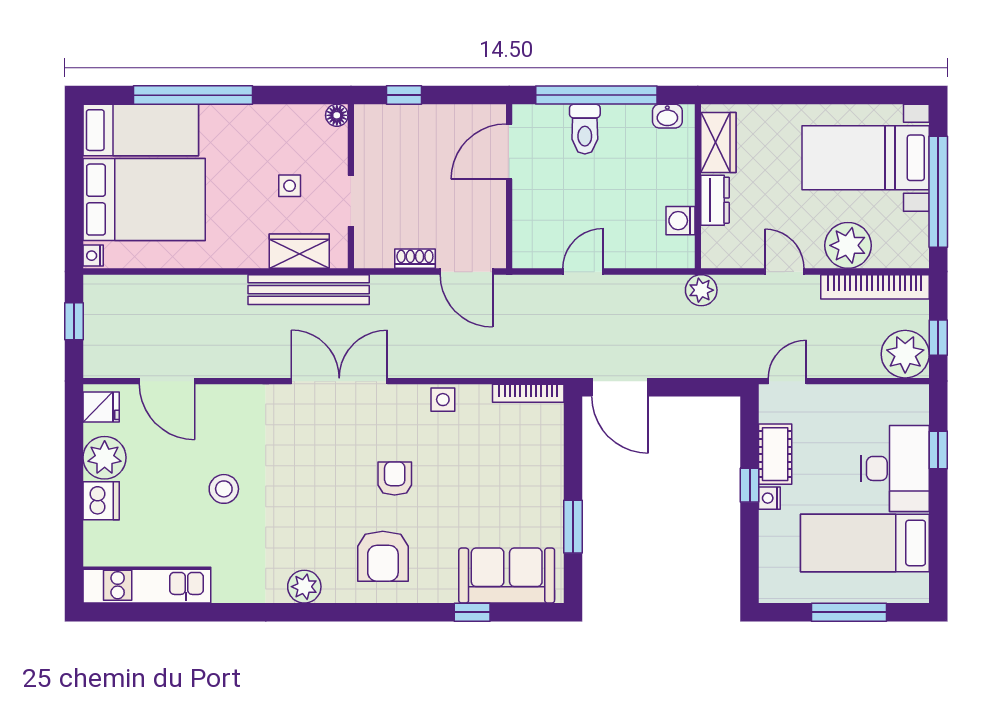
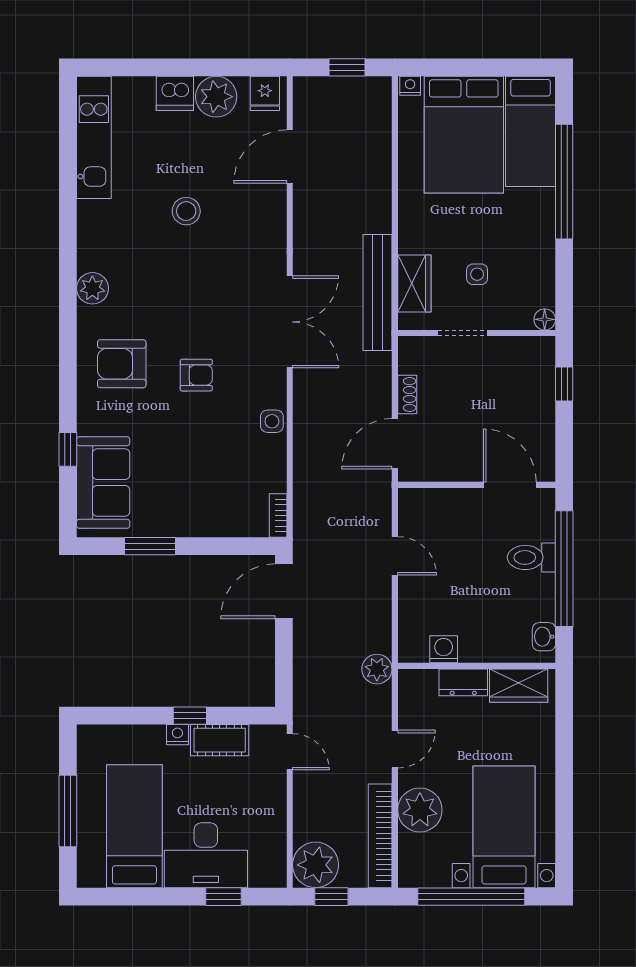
bookcase: (528, 393) -> (278, 516), width x0.64

